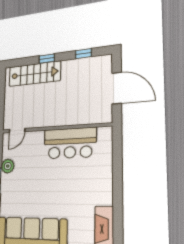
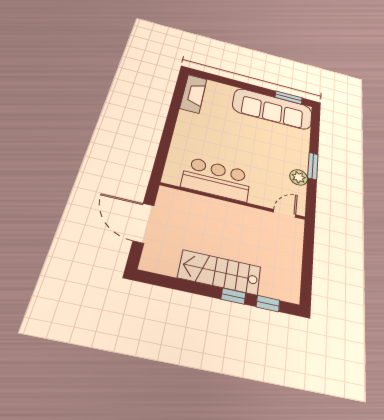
window: (83, 54) -> (268, 304), moved
stairs: (35, 74) -> (220, 272), moved

